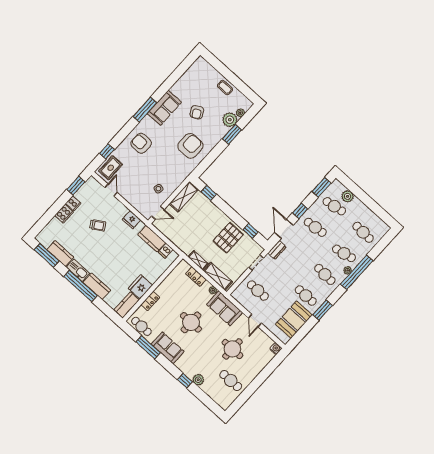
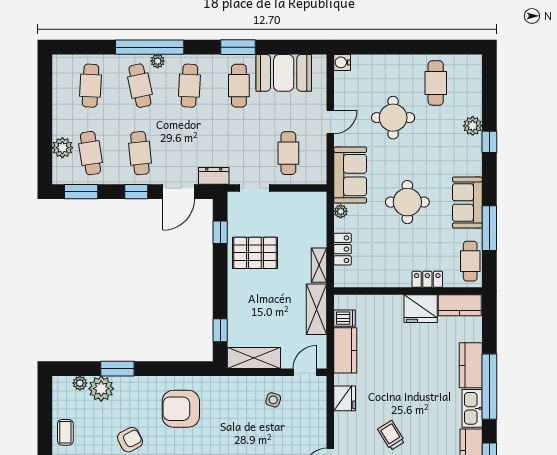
door: (158, 213) -> (305, 372), hinge flipped
shelving: (218, 276) -> (317, 309), moved

